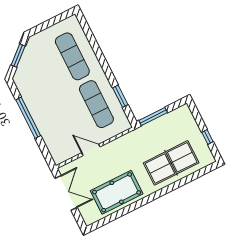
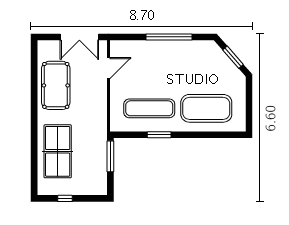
exercise mat: (72, 56) -> (206, 108), width x1.47
window: (120, 96) -> (159, 135), moved
door: (91, 150) -> (109, 68), moved

